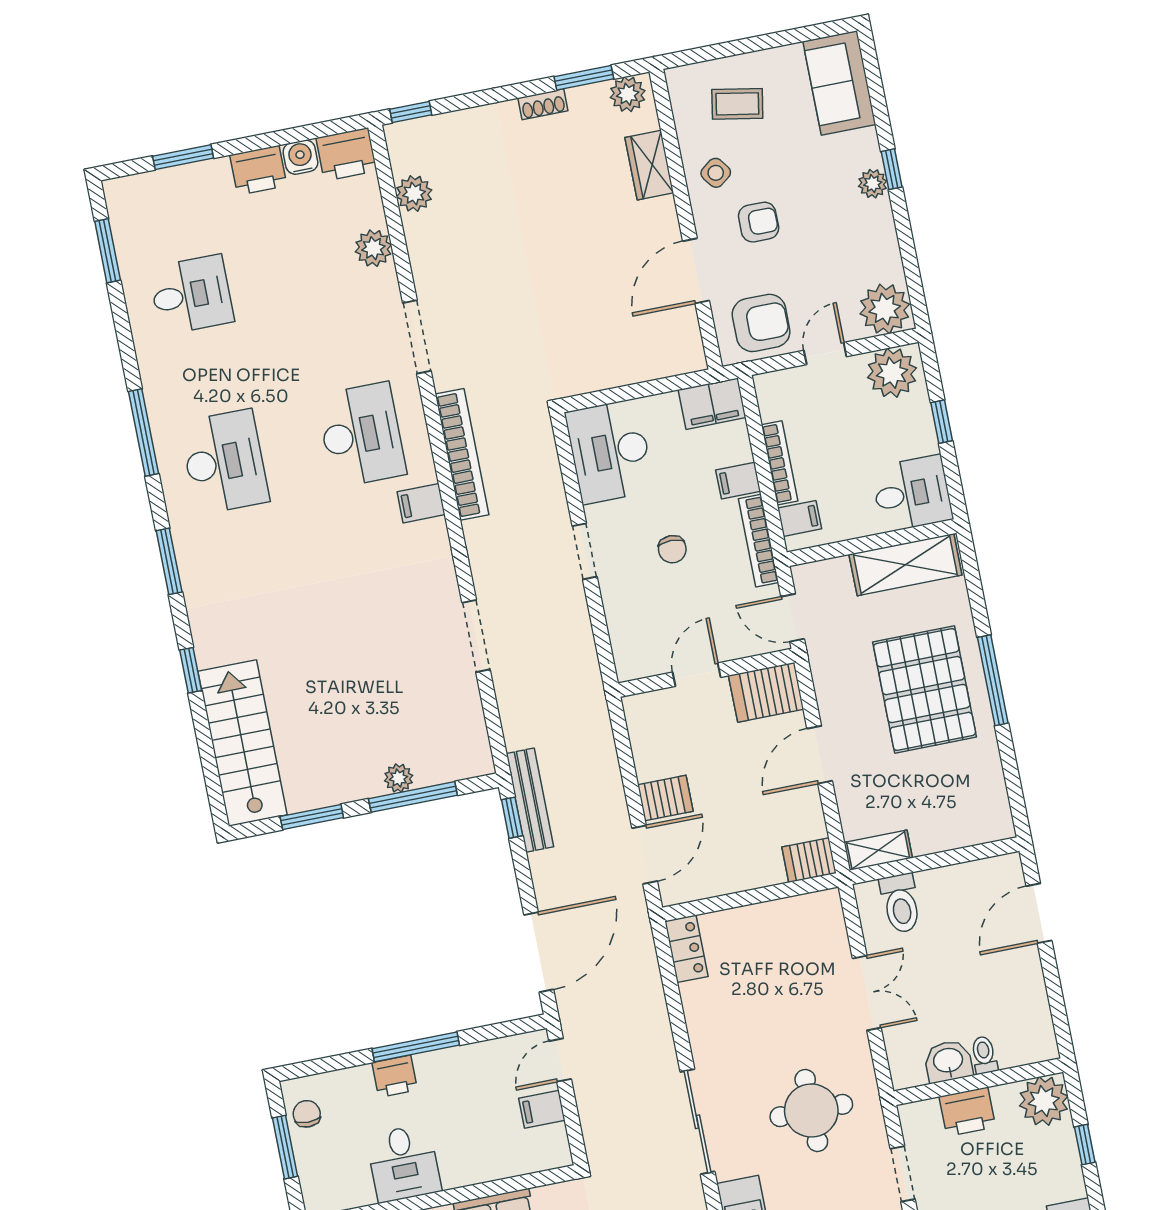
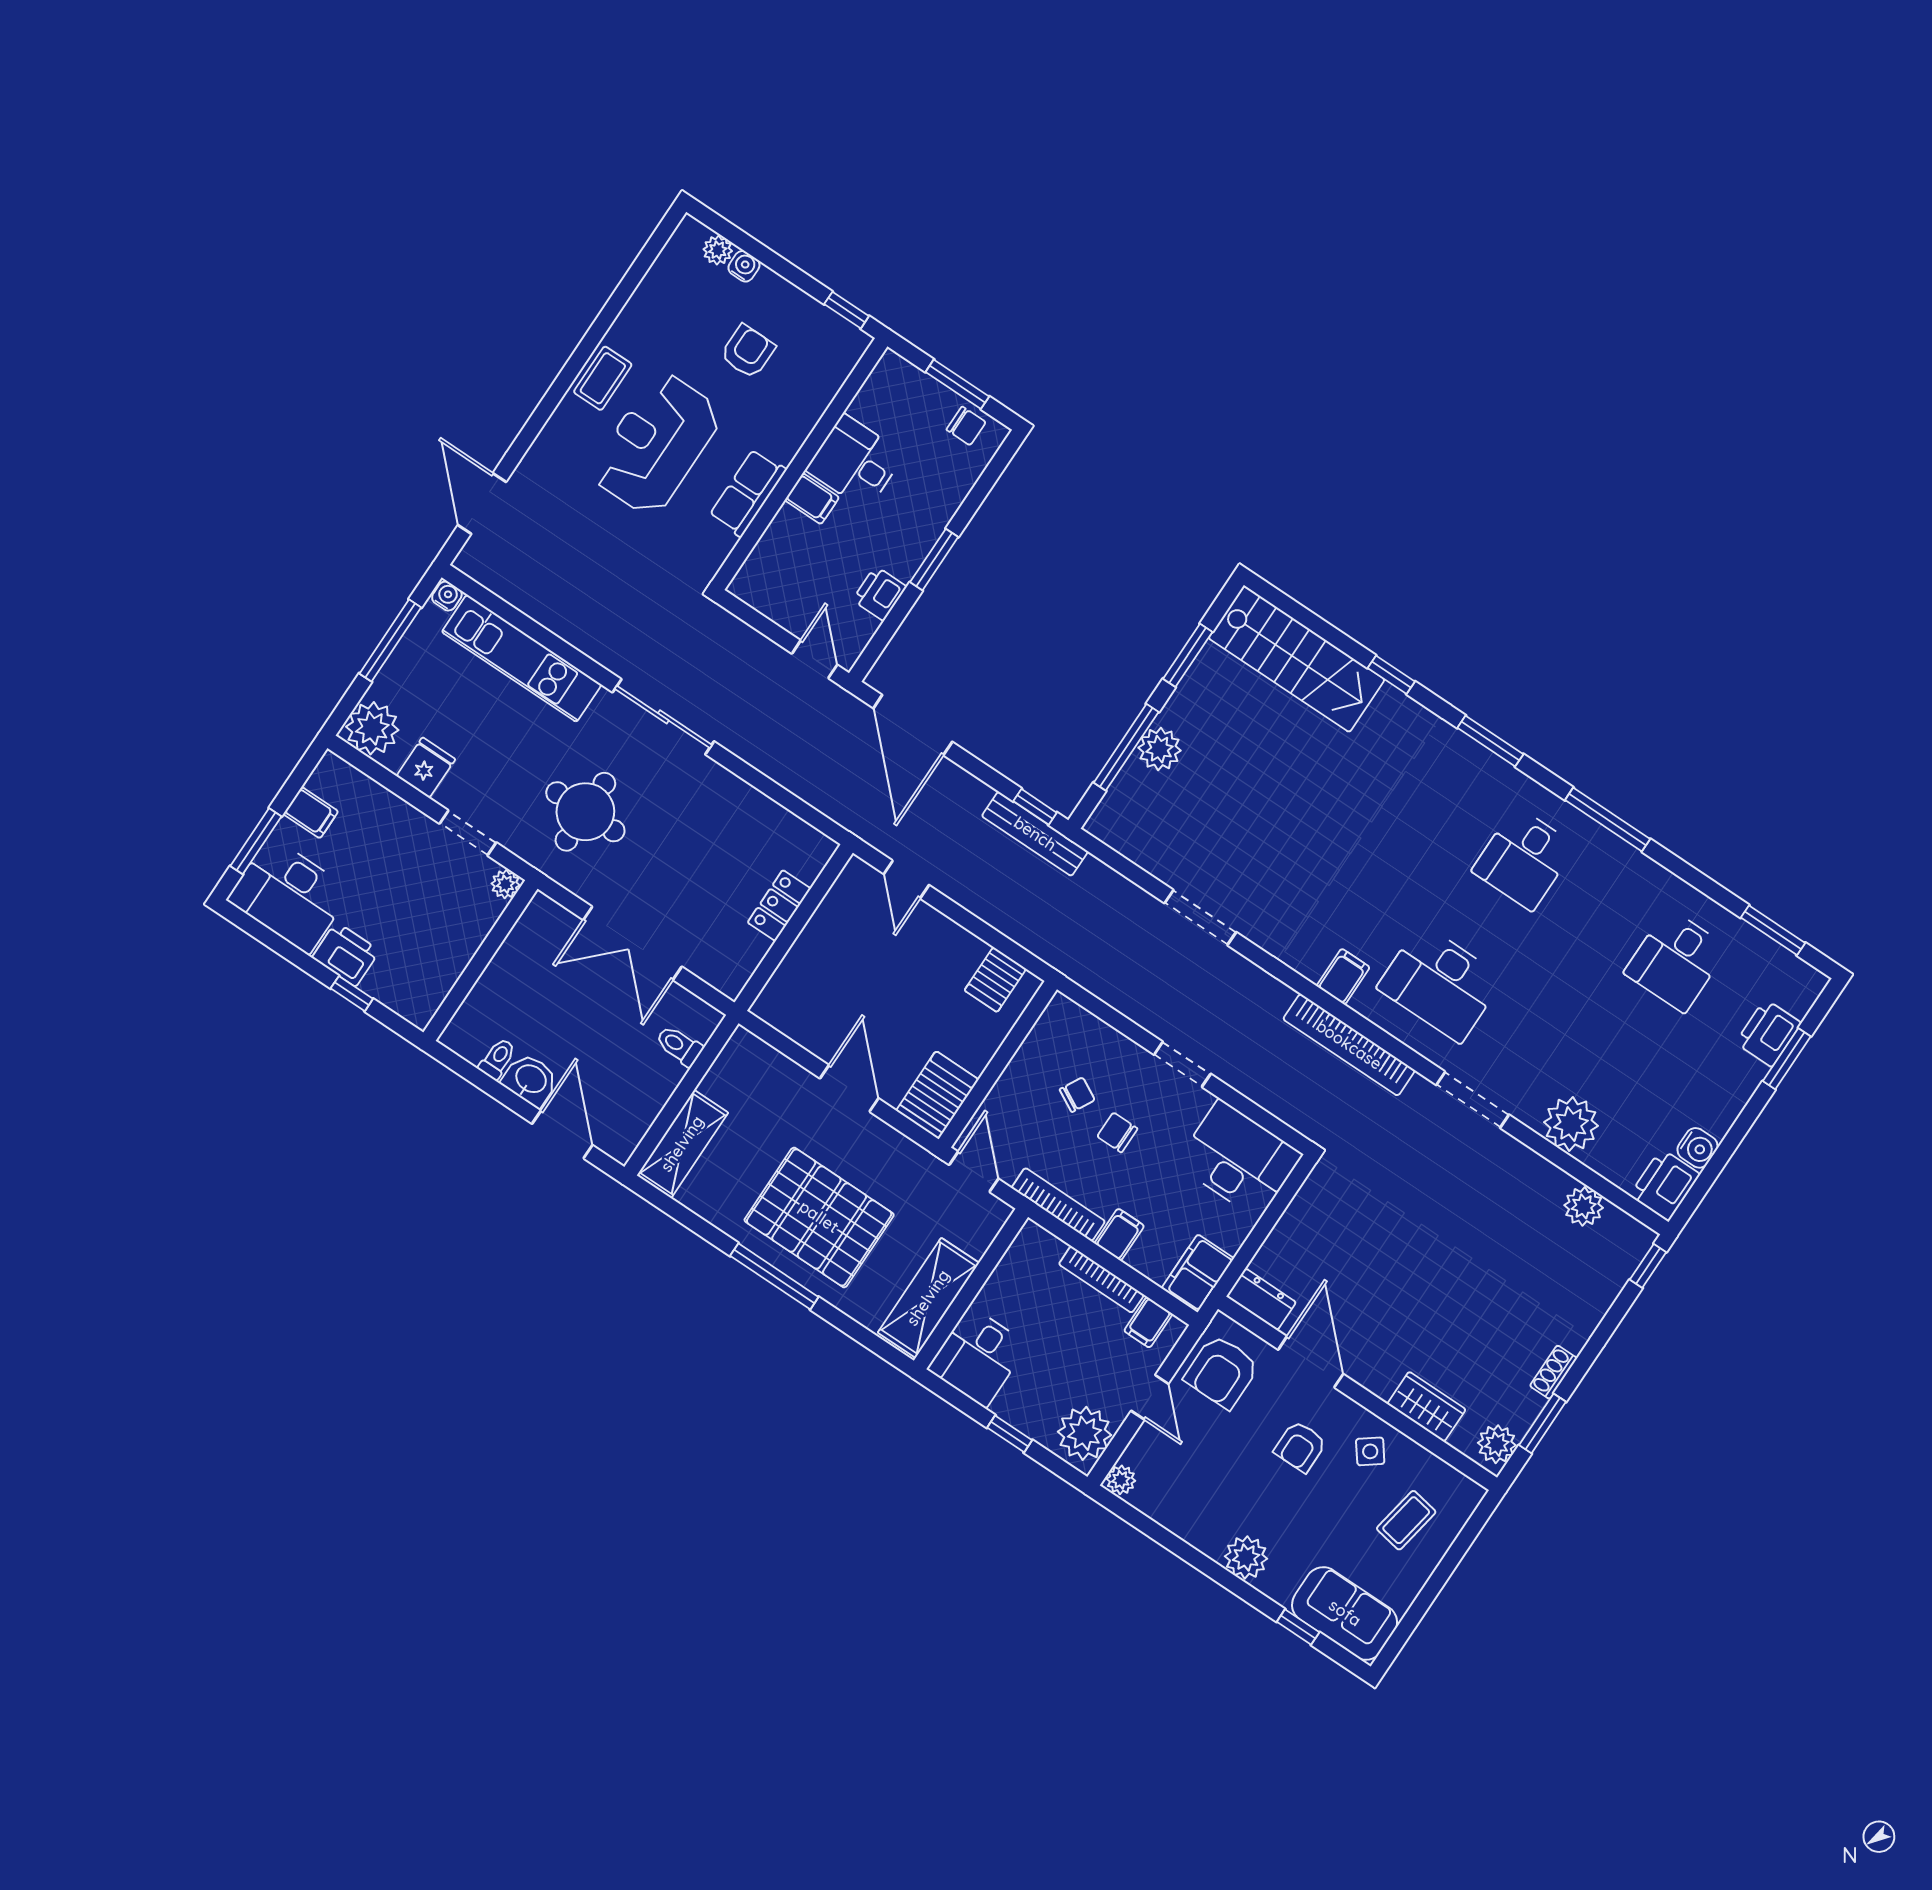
window: (892, 169) -> (1298, 1627), moved
printer: (258, 170) -> (1768, 1033), moved
plant: (873, 184) -> (1246, 1558), width x1.38, depth x1.38
plant: (373, 248) -> (1571, 1124), width x1.36, depth x1.36
plant: (885, 309) -> (1121, 1480), width x0.53, depth x0.53
dresser: (687, 345) -> (1261, 1299), added
desk: (224, 462) -> (1524, 859), width x0.73
filing cabinet: (800, 518) -> (1148, 1322), moved
chair: (674, 600) -> (1077, 1095), added
door: (793, 618) -> (974, 1172), hinge flipped
door: (697, 675) -> (1004, 1056), removed
plant: (399, 778) -> (1160, 749), width x1.38, depth x1.38
server rack: (665, 798) -> (995, 980), moved
shelving: (878, 850) -> (682, 1144), moved, width x1.50, depth x1.33
door: (645, 855) -> (906, 880), width x0.73
server rack: (809, 860) -> (777, 1000), removed
toilet: (901, 903) -> (679, 1046), width x0.73, depth x0.72
locker: (686, 949) -> (779, 905), moved, turned 90
double door: (867, 993) -> (632, 943), width x1.37
window: (416, 1047) -> (934, 560), width x0.69
toilet: (984, 1055) -> (497, 1059), moved, turned -90
washbasin: (948, 1061) -> (530, 1080), moved, turned -90
printer: (395, 1076) -> (880, 593), moved
plant: (1044, 1101) -> (506, 884), moved, width x0.53, depth x0.53
filing cabinet: (542, 1109) -> (812, 499), moved, turned 90
printer: (967, 1112) -> (346, 954), moved, turned 90

